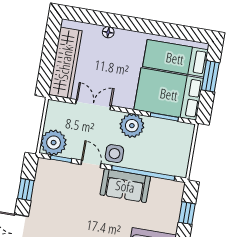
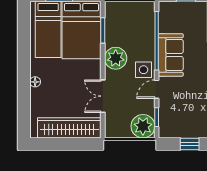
floor lamp: (108, 32) -> (35, 82), moved

